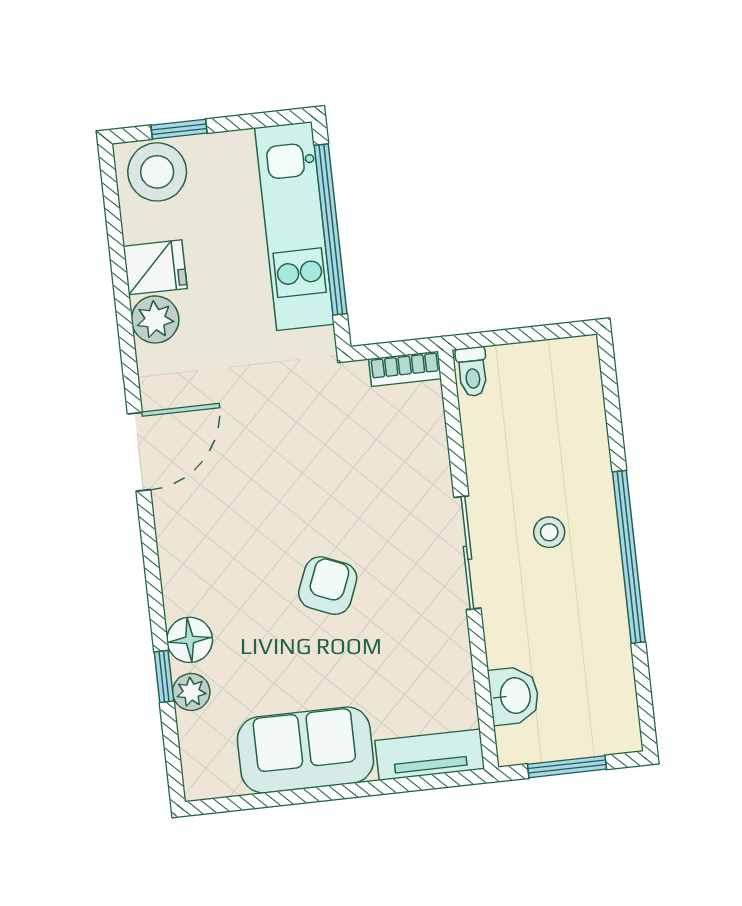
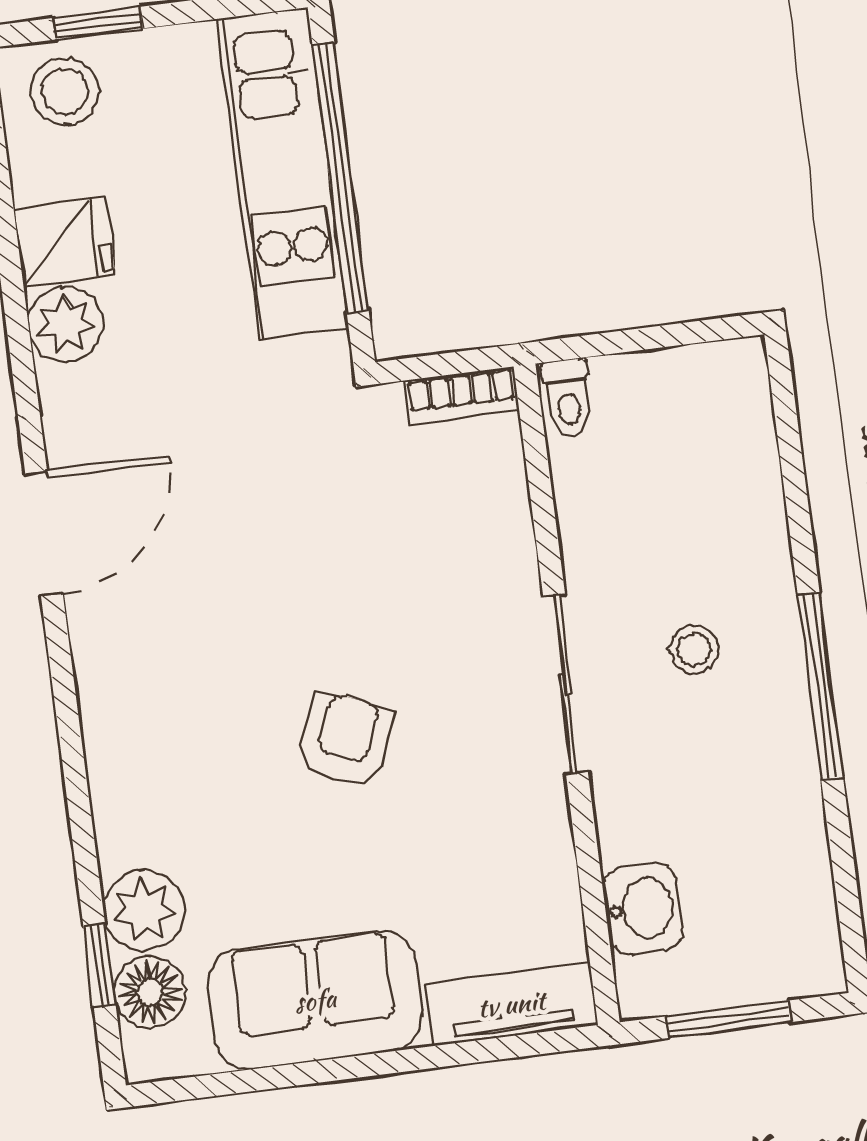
stool: (157, 172) -> (65, 91), width x0.73, depth x0.73
window: (629, 557) -> (820, 686), width x0.68
floor lamp: (190, 640) -> (150, 992), moved
window: (164, 676) -> (99, 966), moved
plant: (191, 692) -> (144, 910), width x1.38, depth x1.38

